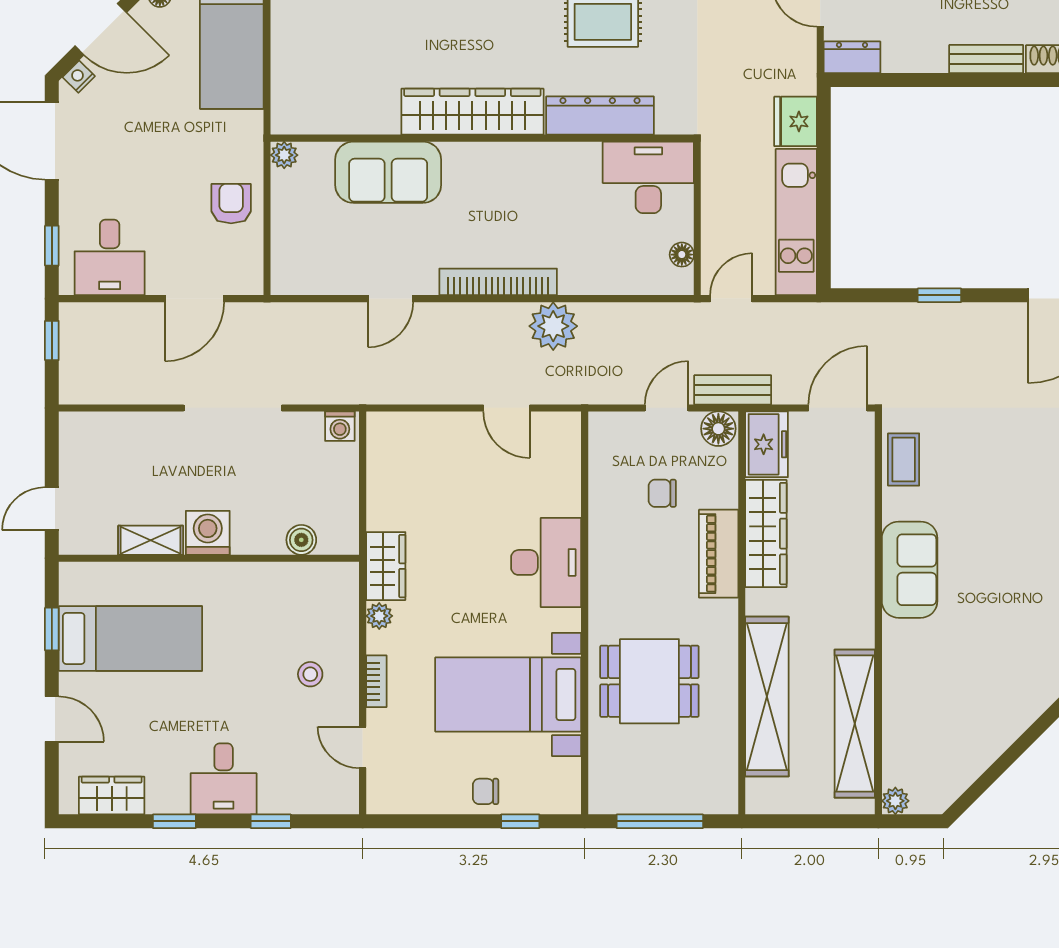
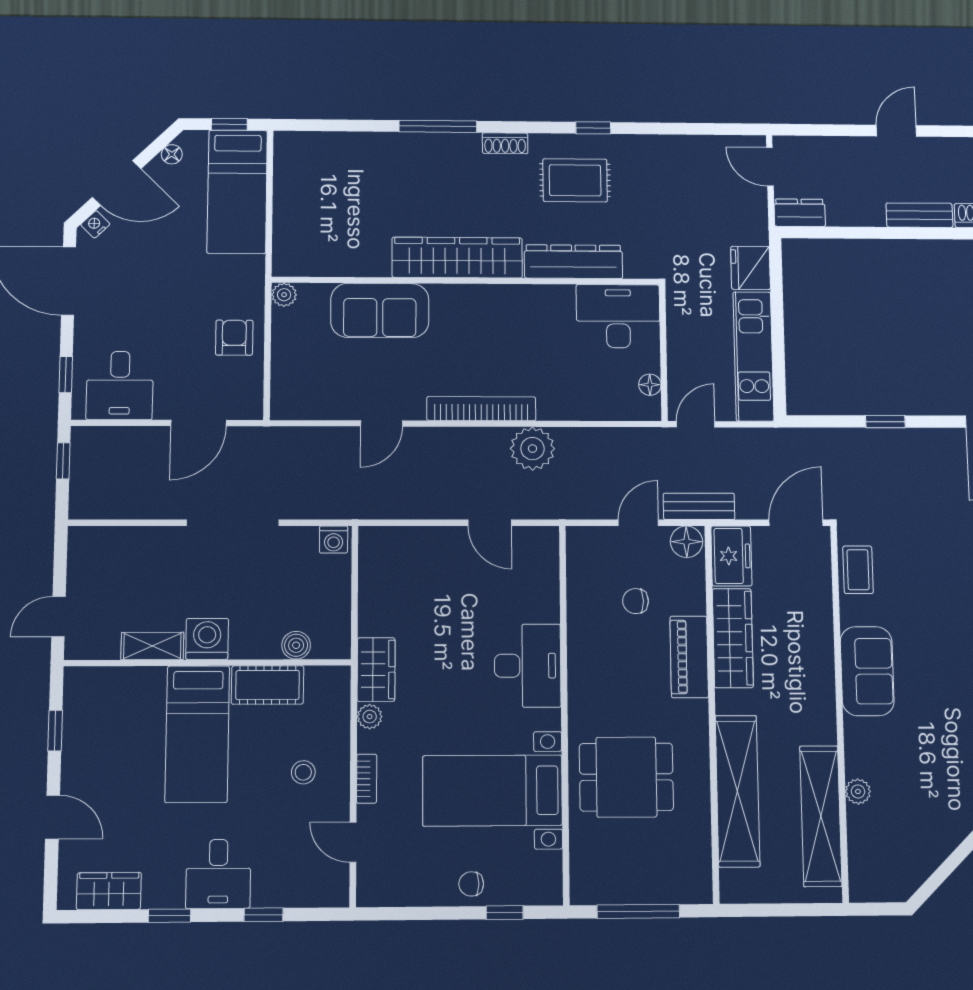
cot: (272, 582) -> (268, 685), added
bed: (130, 639) -> (197, 734), moved, turned 90
plant: (895, 801) -> (858, 791), moved

